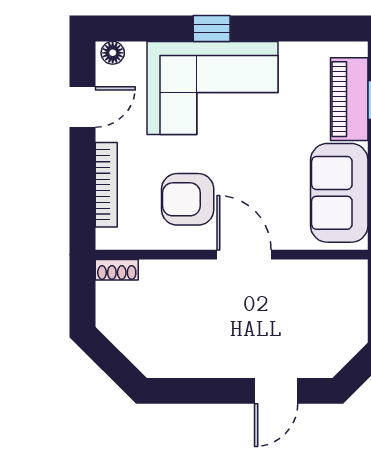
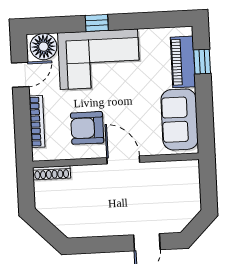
floor lamp: (113, 53) -> (44, 47), width x1.89, depth x1.89
shoe rack: (117, 270) -> (52, 173), width x1.43

